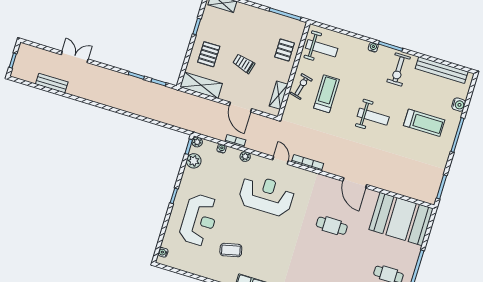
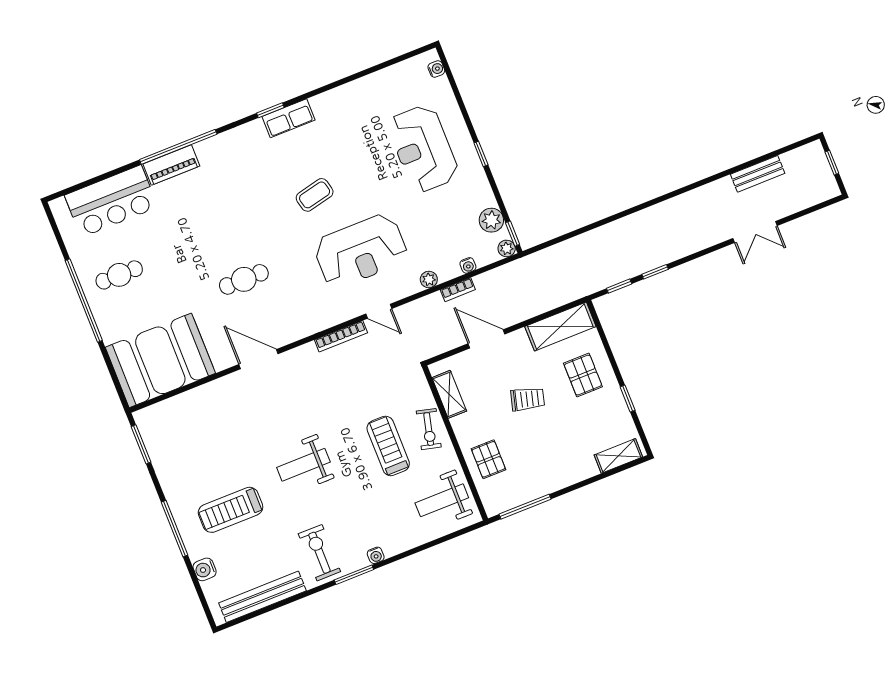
treadmill: (326, 94) -> (388, 446), turned 180
coffee table: (231, 250) -> (315, 195), moved

